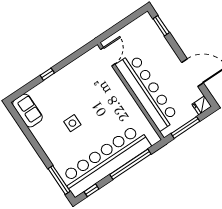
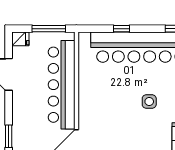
window: (130, 164) -> (121, 29), width x0.32

